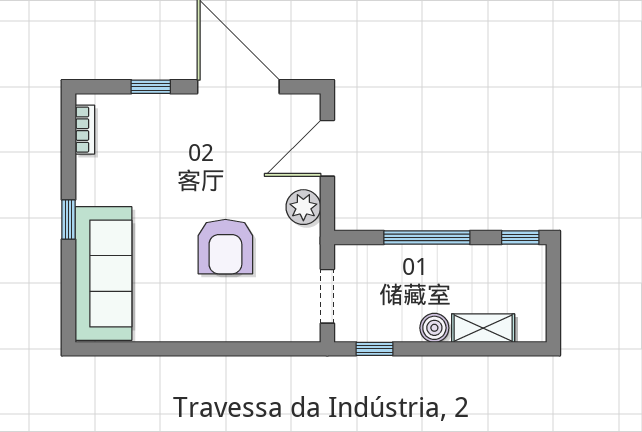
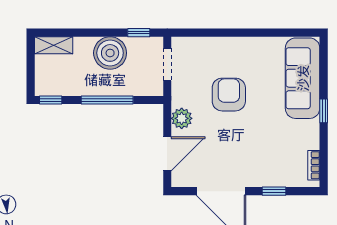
boiler: (434, 328) -> (110, 53), width x1.86, depth x1.86
shelving: (483, 328) -> (54, 45), moved

